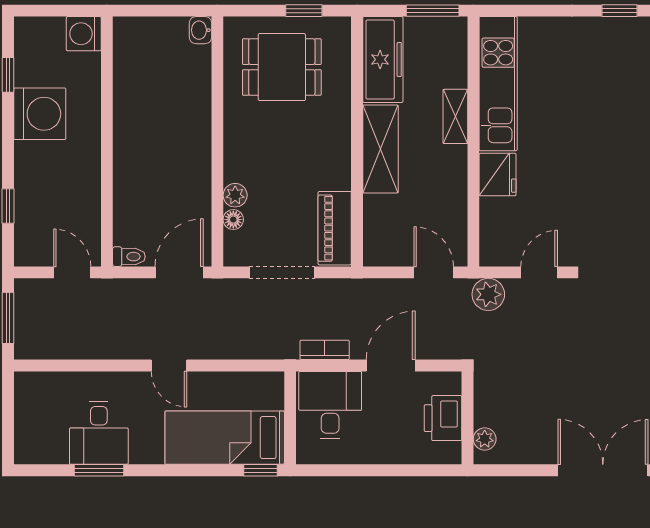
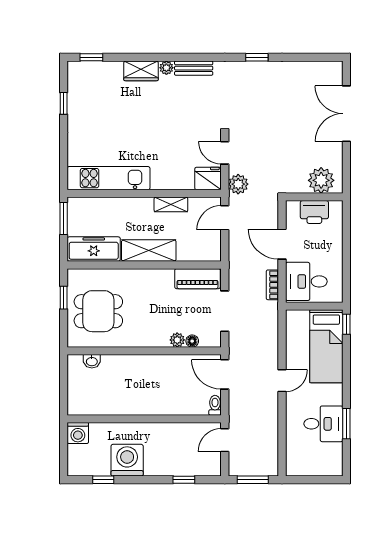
washbasin: (201, 30) -> (92, 361), moved
dining table: (282, 67) -> (98, 311), turned 90
shelving: (455, 116) -> (171, 204), moved
fridge: (498, 174) -> (208, 178), moved
plant: (485, 439) -> (321, 180), width x1.88, depth x1.88

